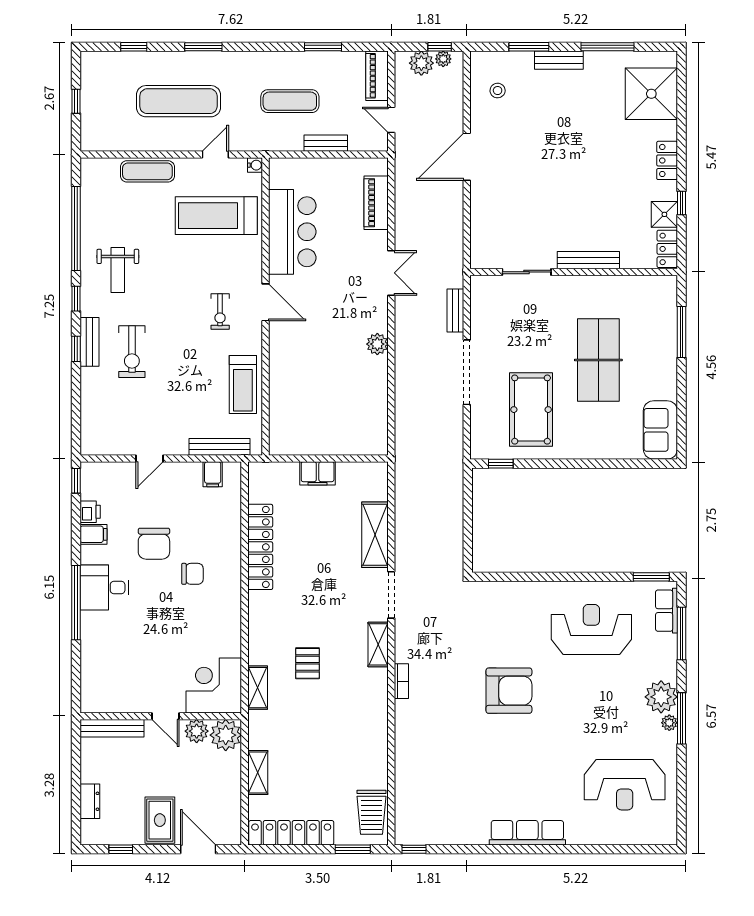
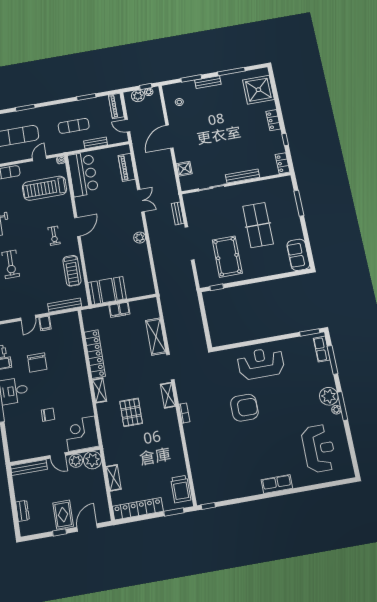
shower: (664, 214) -> (184, 169), moved
bar counter: (292, 232) -> (83, 174), moved
door: (266, 302) -> (77, 227), hinge flipped
booth: (301, 434) -> (107, 291), added
filing cabinet: (213, 474) -> (45, 323), moved
chair: (192, 574) -> (48, 415), moved
reception desk: (591, 629) -> (261, 363), moved
pallet: (308, 663) -> (131, 412), width x1.50, depth x1.42
shelving: (258, 688) -> (99, 390), moved
reception desk: (625, 785) -> (319, 449), turned -90
row of seats: (527, 833) -> (277, 484), width x0.68
window: (121, 849) -> (59, 532), moved
door: (198, 849) -> (87, 527), hinge flipped

